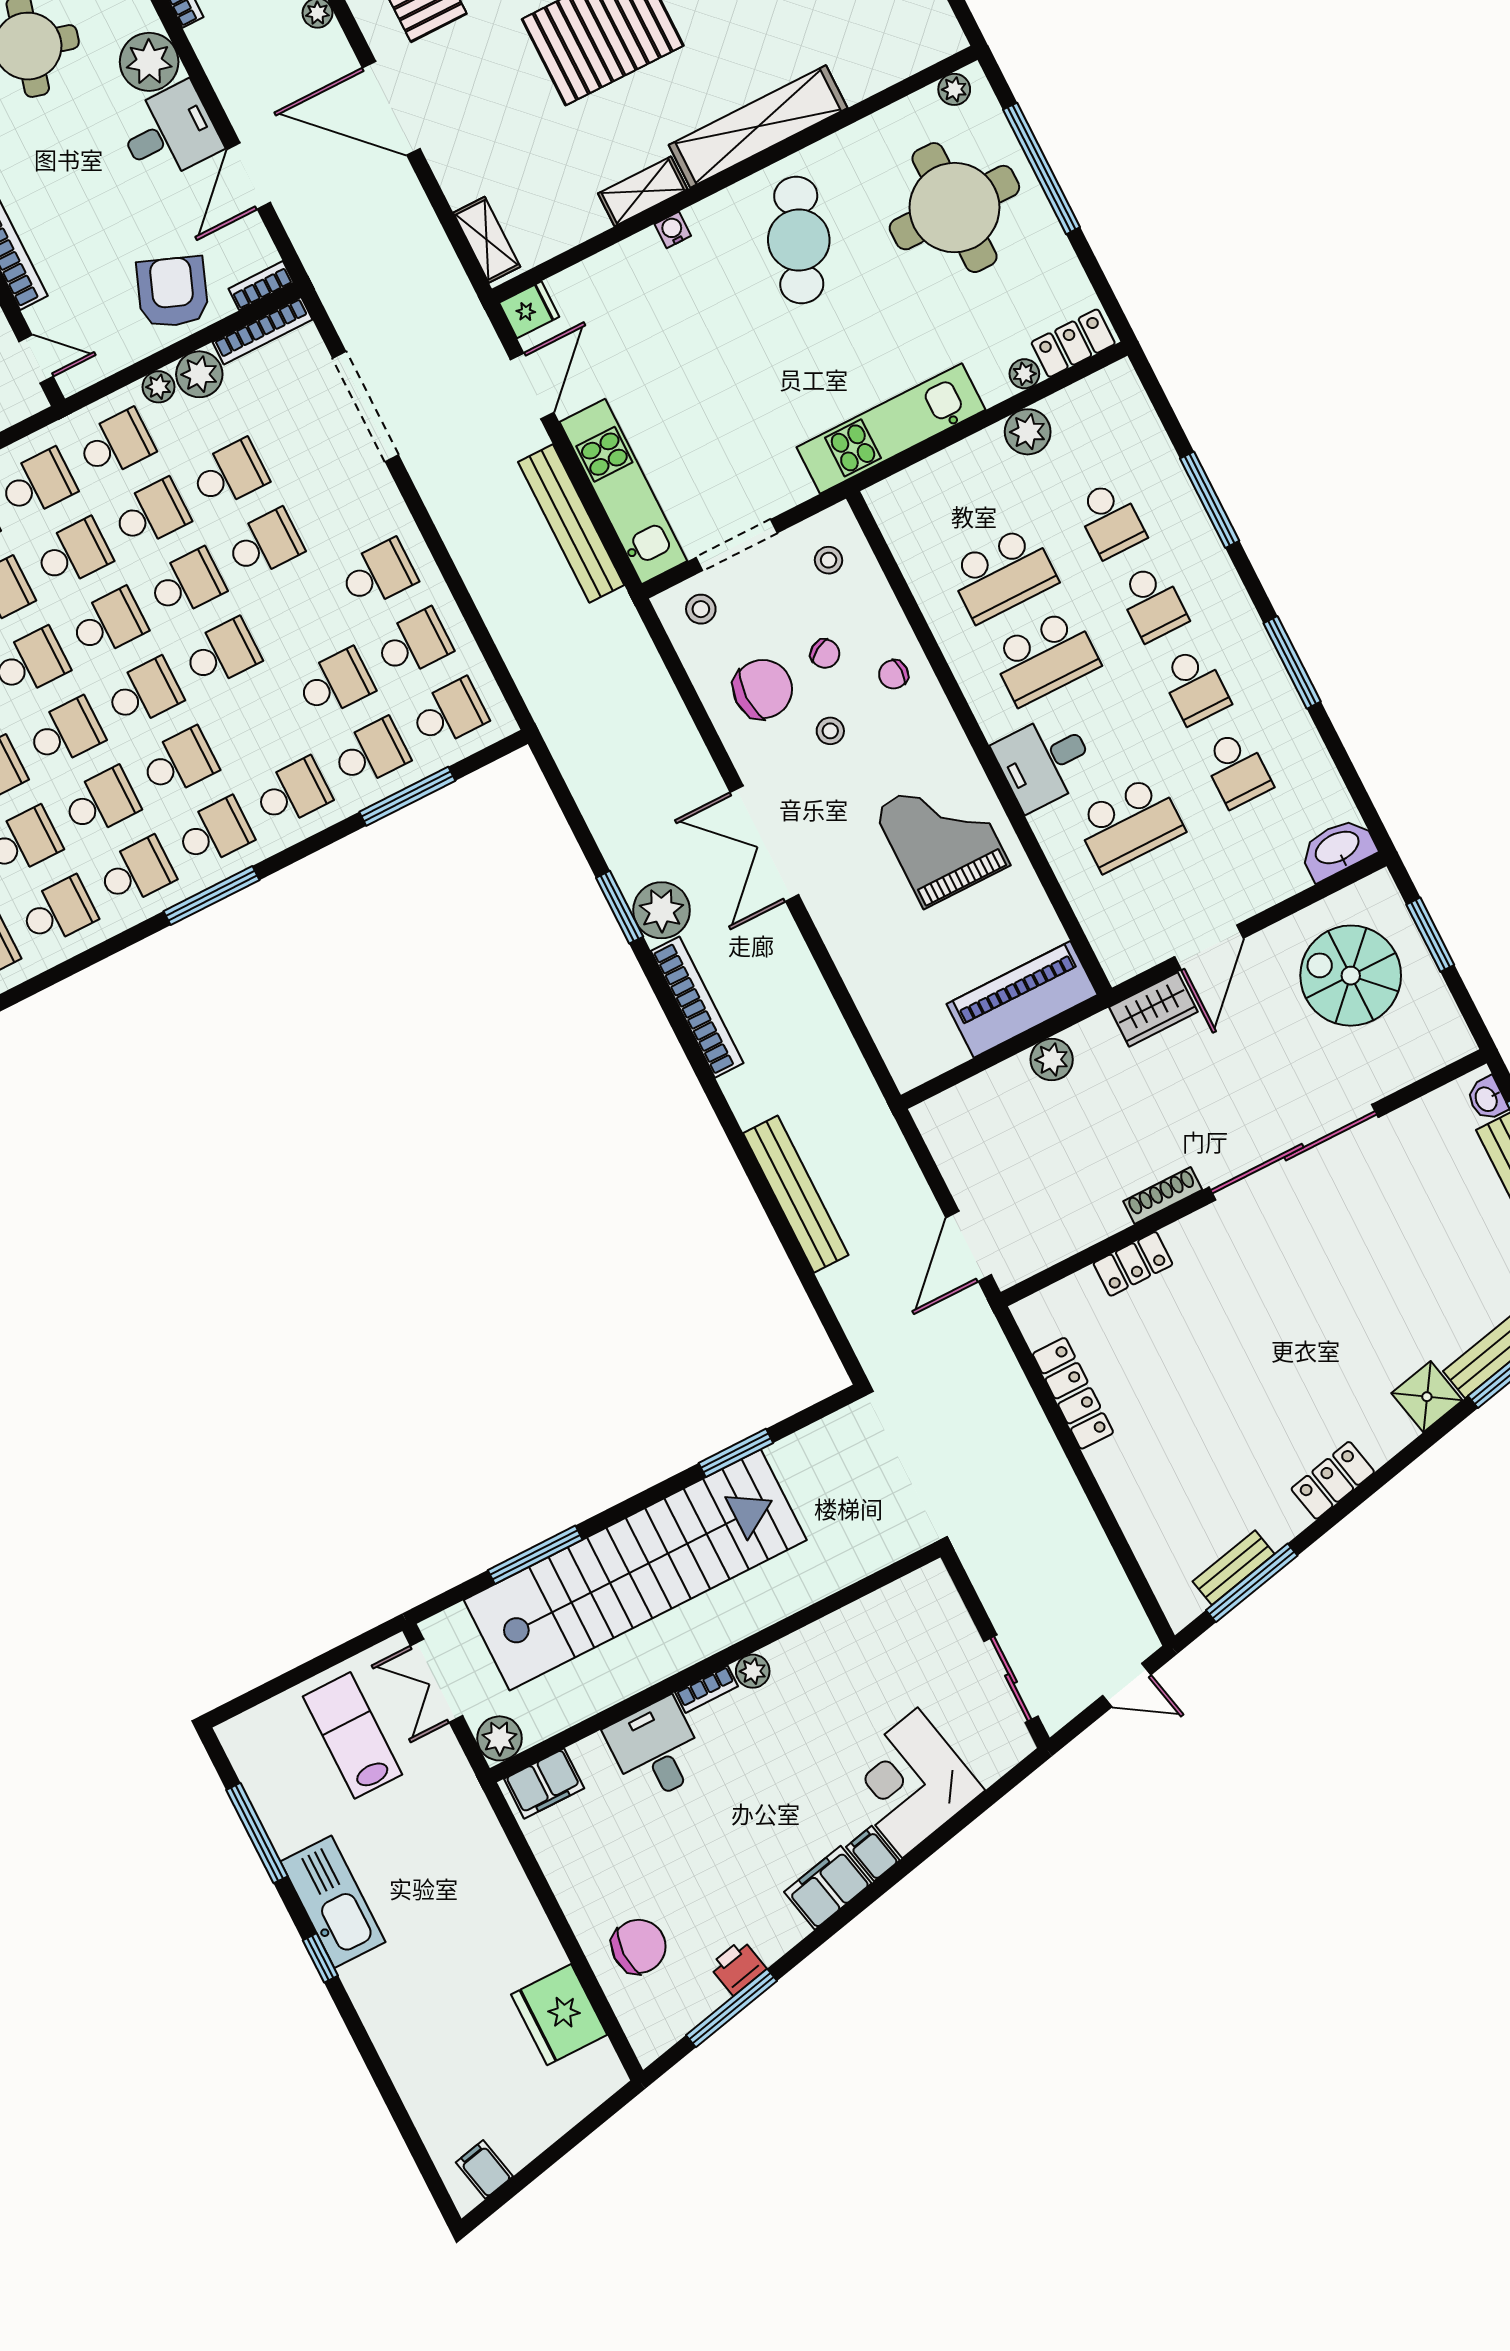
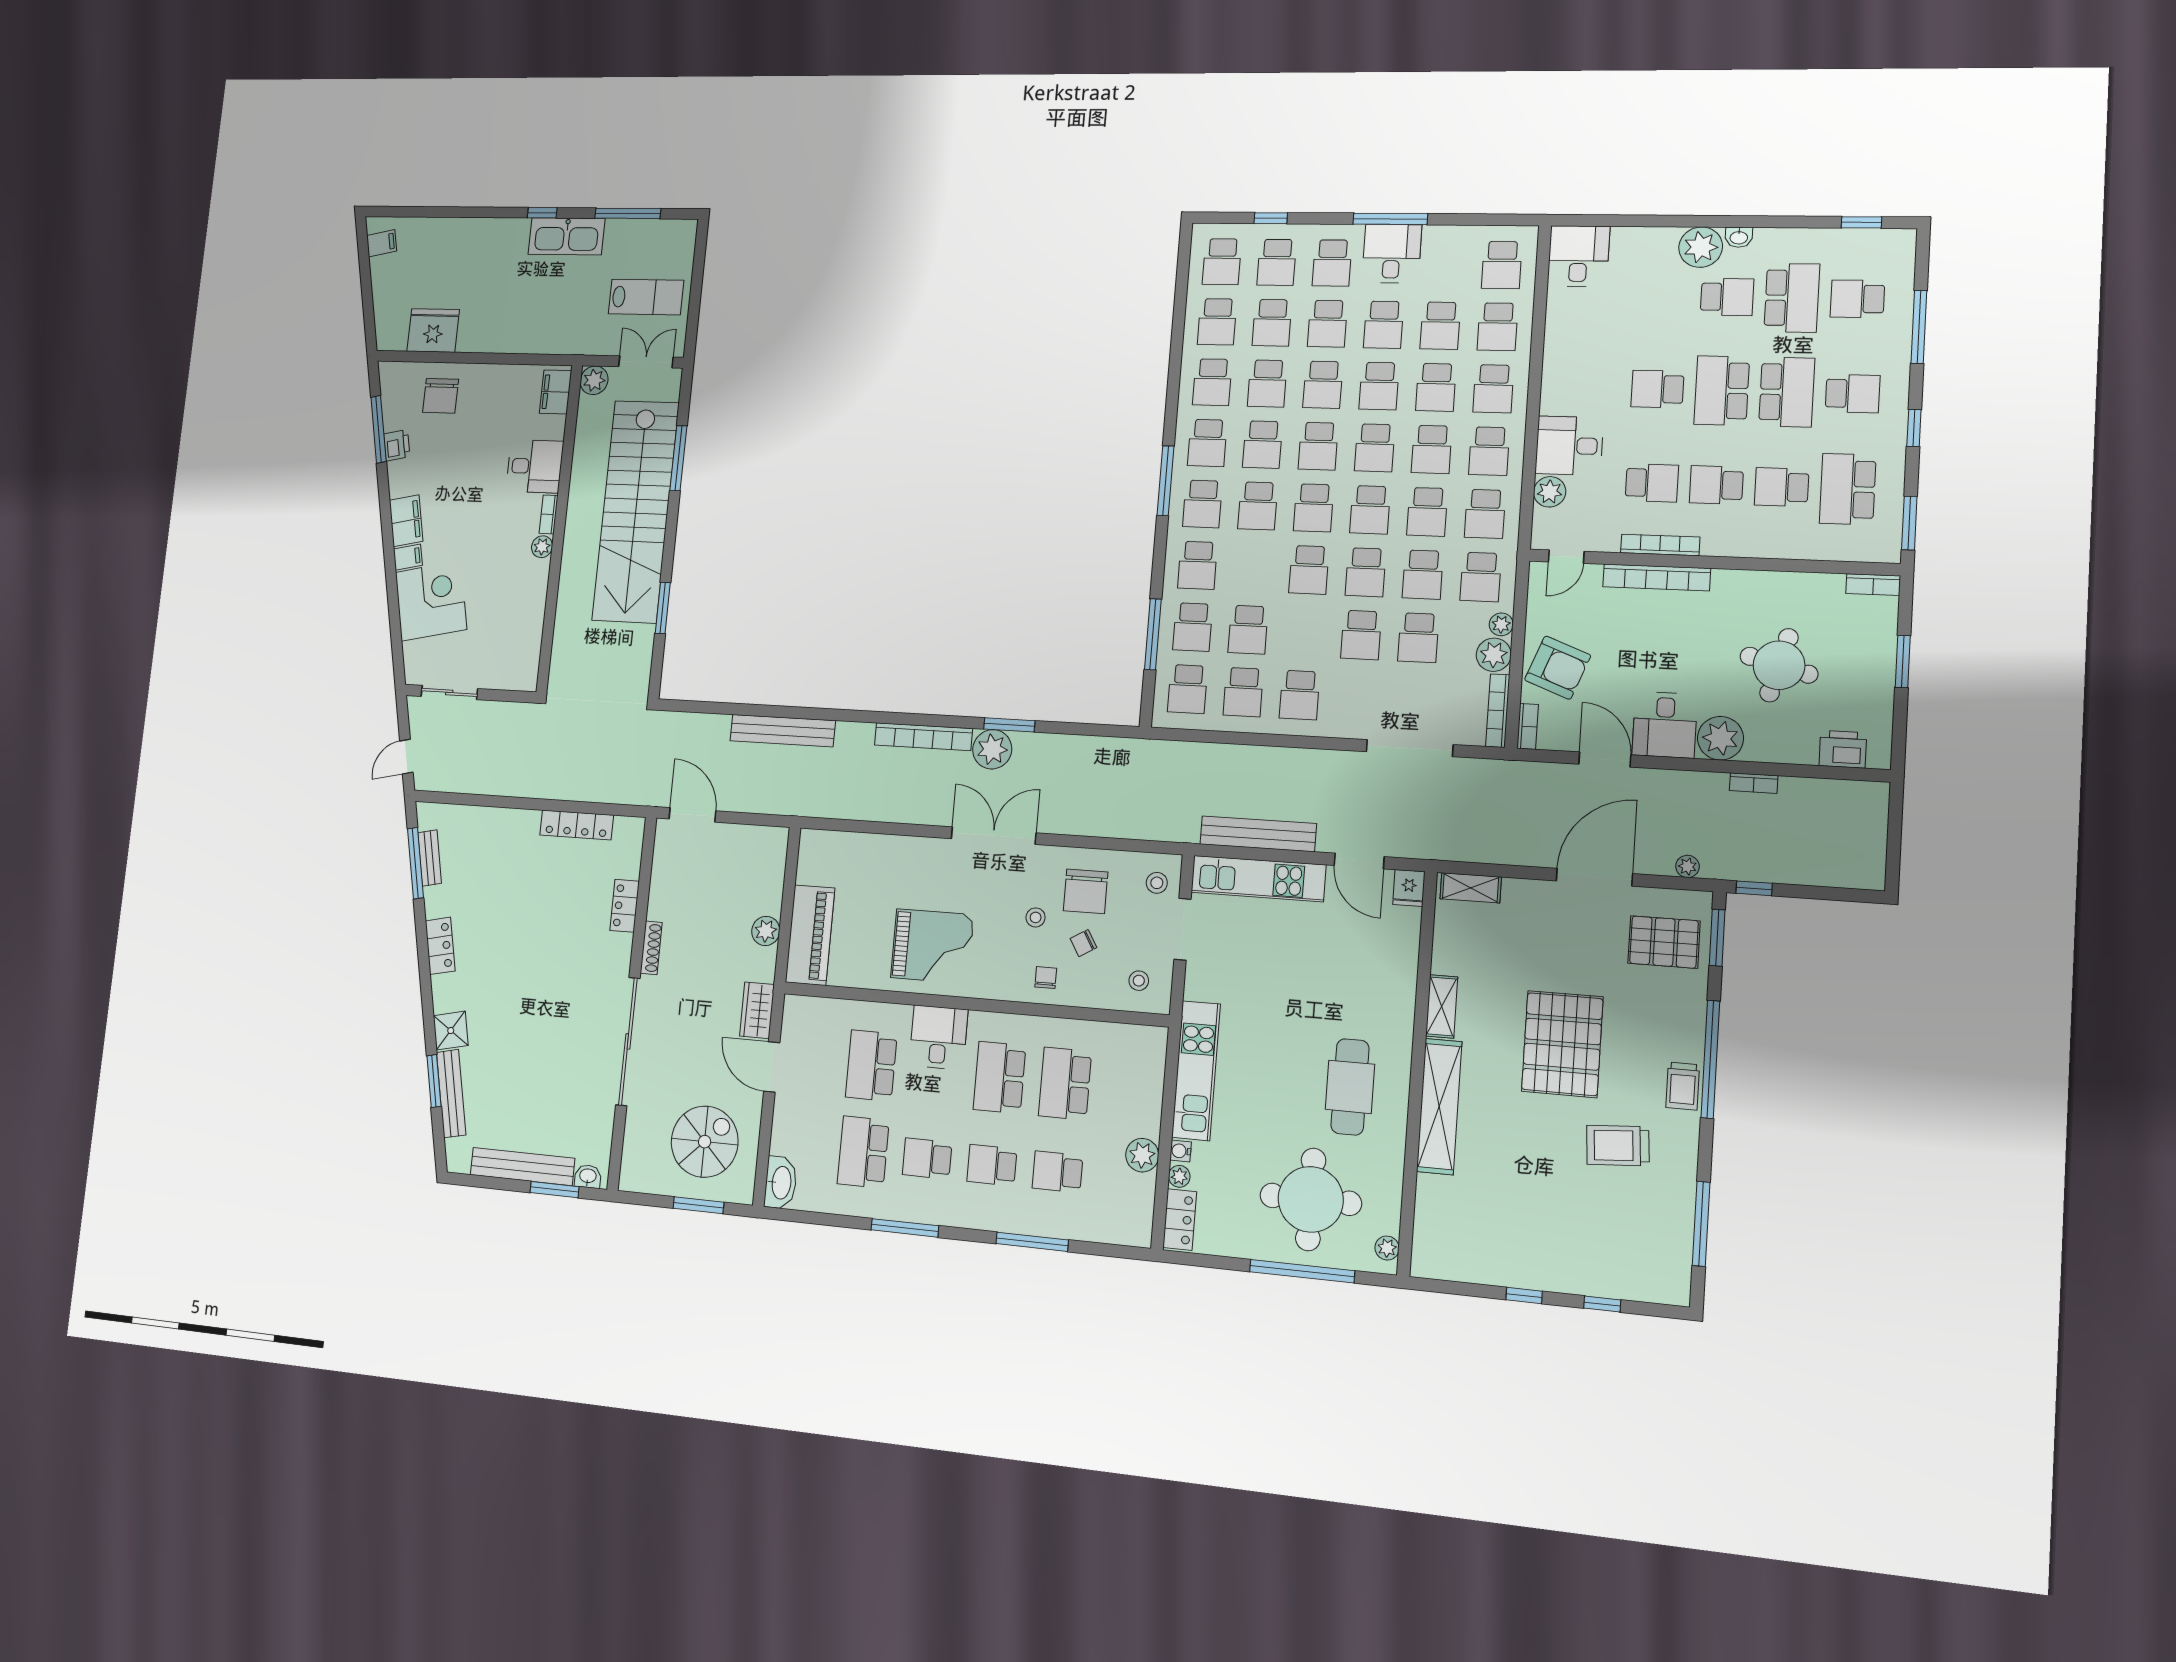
water cooler: (673, 230) -> (1181, 1151), moved, turned 180
cafe table: (799, 240) -> (1350, 1087), turned 67
school desk: (1237, 769) -> (863, 1152), width x1.85

